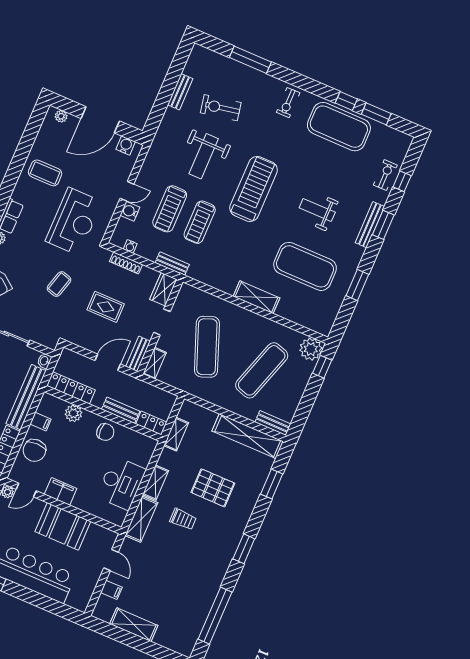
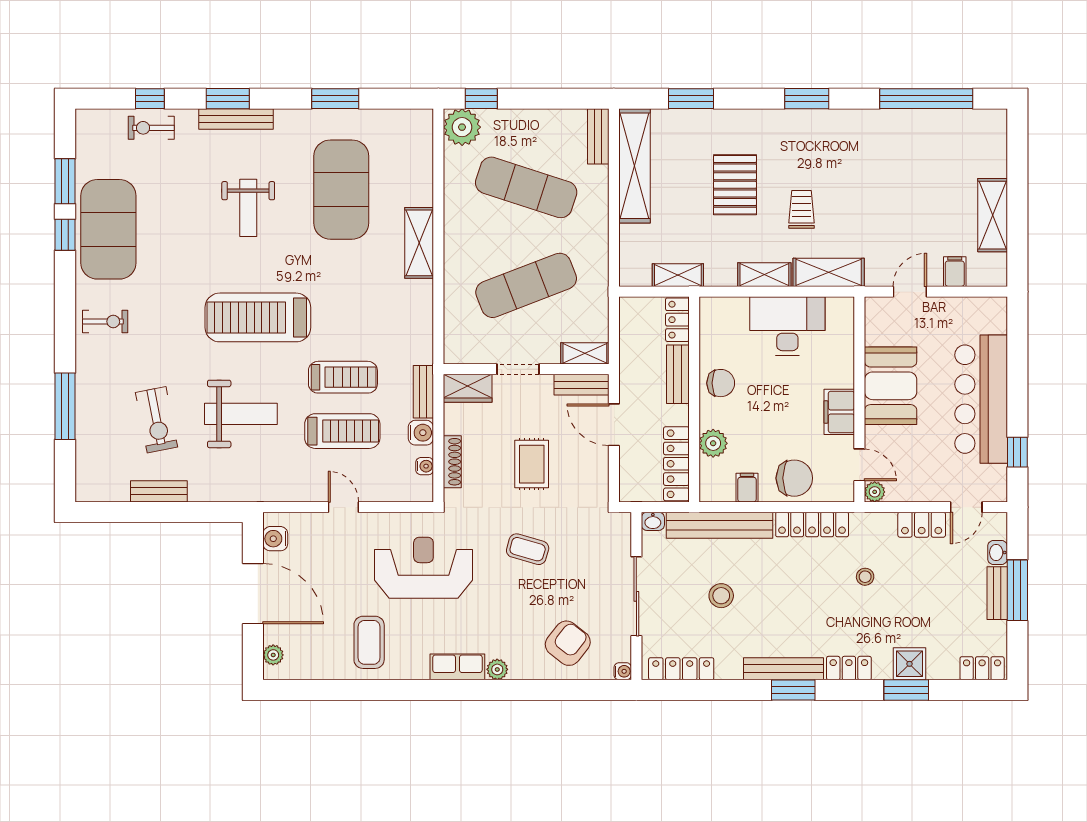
water cooler: (130, 211) -> (421, 433), moved, turned -90
chair: (105, 432) -> (721, 383), turned 90

